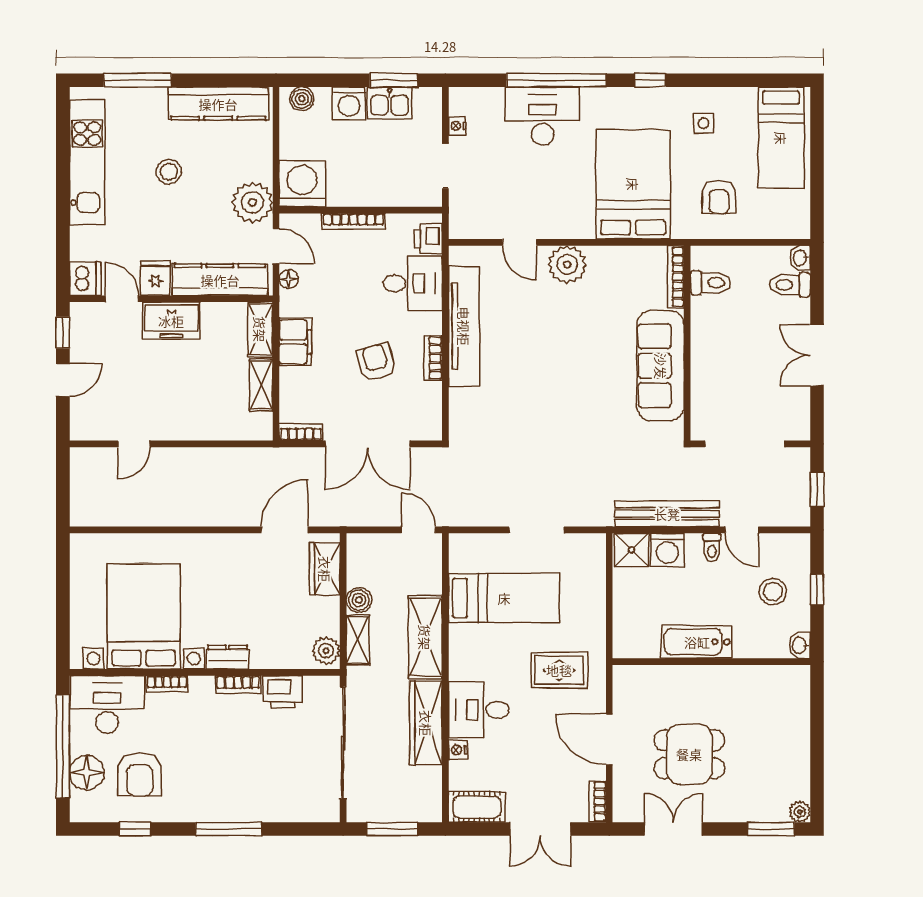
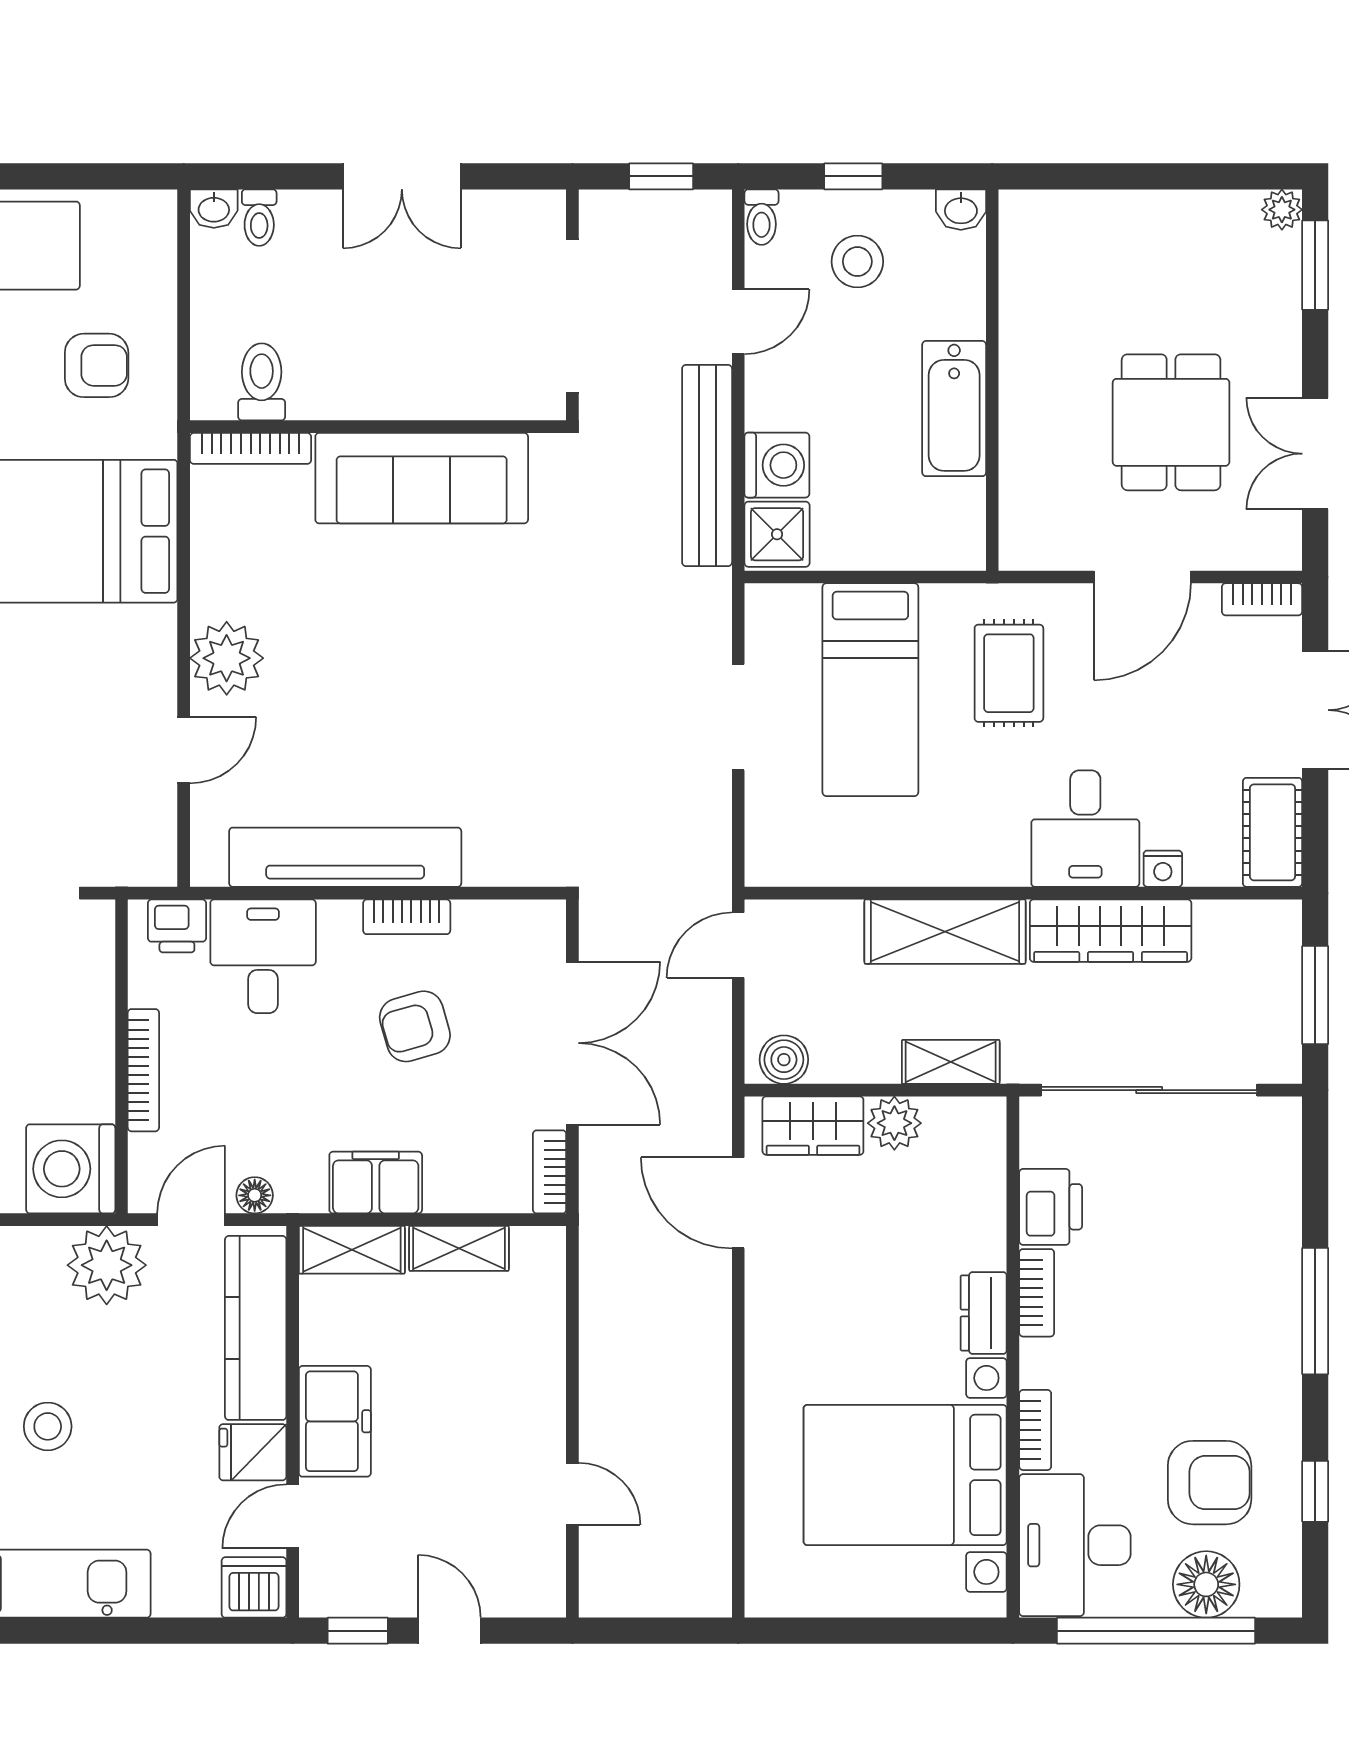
toilet: (790, 285) -> (259, 218), width x0.73, depth x0.72
toilet: (712, 547) -> (762, 217), moved, turned 90
bed: (504, 598) -> (870, 690), moved, turned 180
boiler: (359, 600) -> (784, 1060), moved
plant: (326, 651) -> (894, 1123), moved

